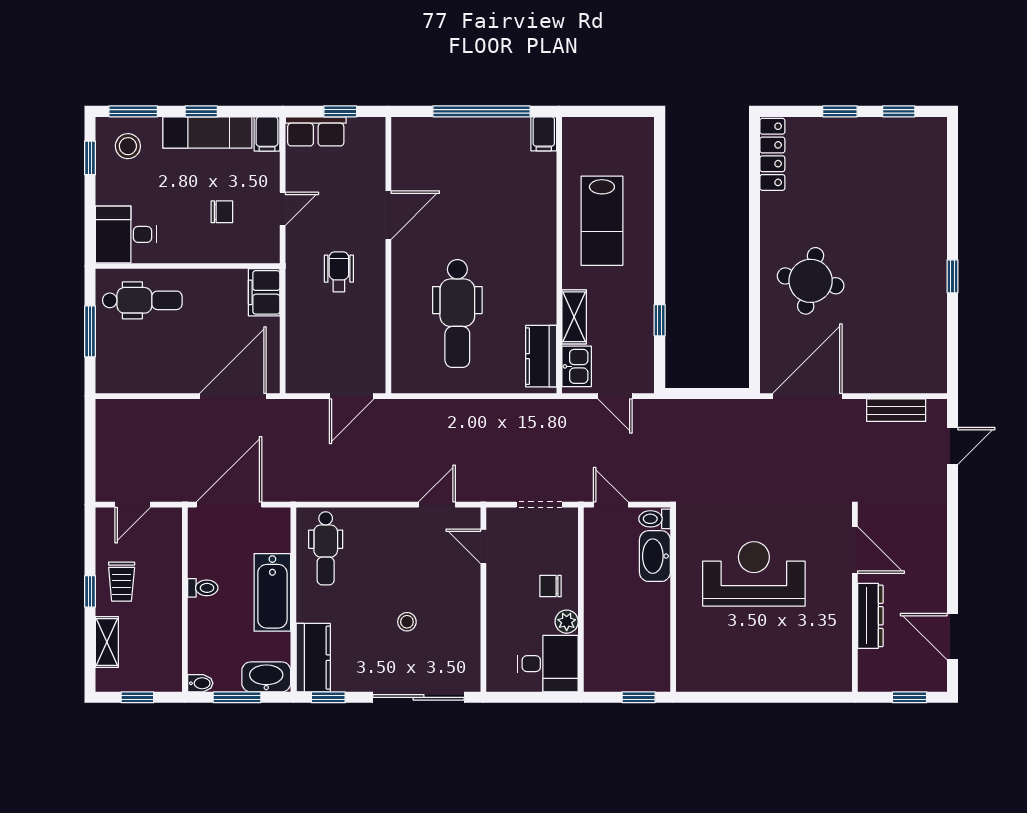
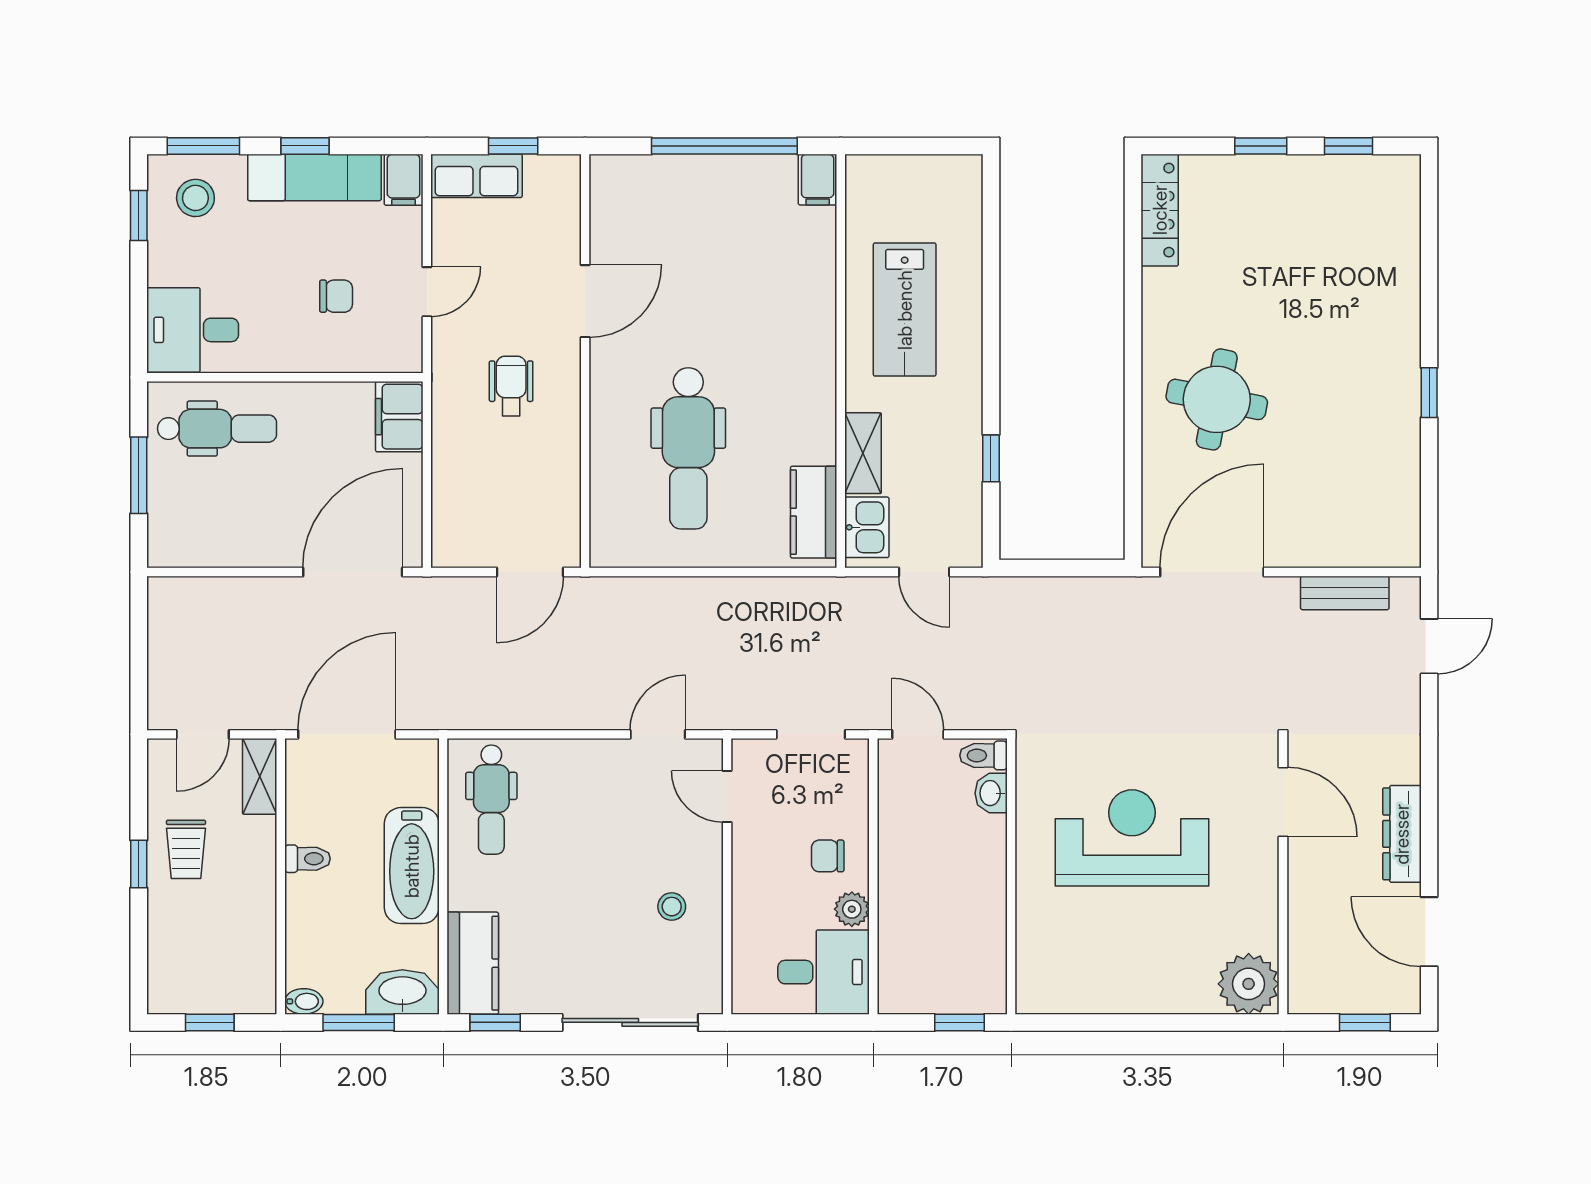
washbasin: (655, 556) -> (991, 793), width x0.52, depth x0.69
dresser: (870, 616) -> (1402, 834), moved, turned 180
stool: (407, 622) -> (672, 907), moved
shelving: (107, 642) -> (260, 776), moved
plant: (832, 672) -> (1249, 984), added

